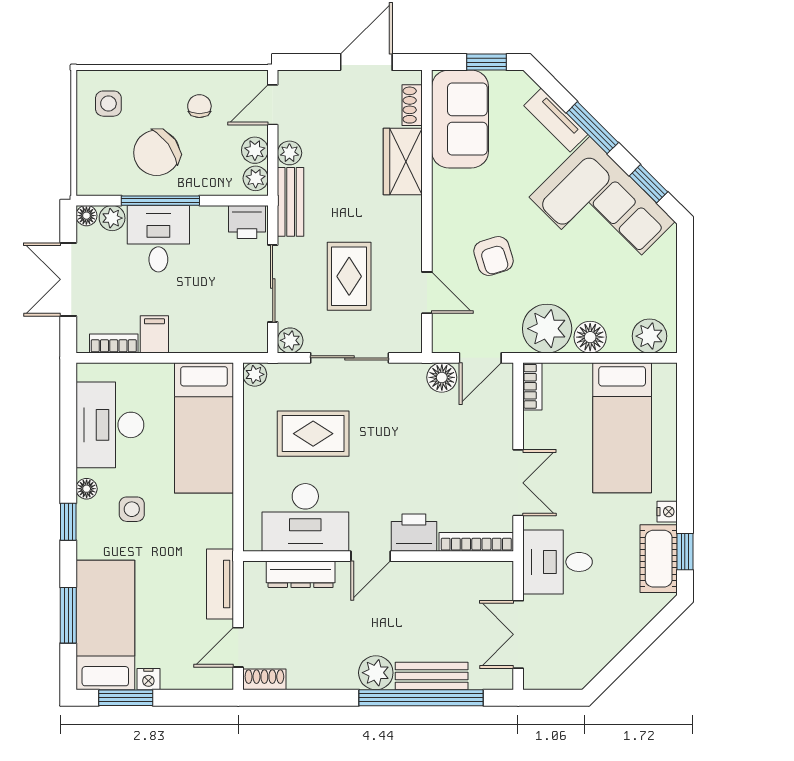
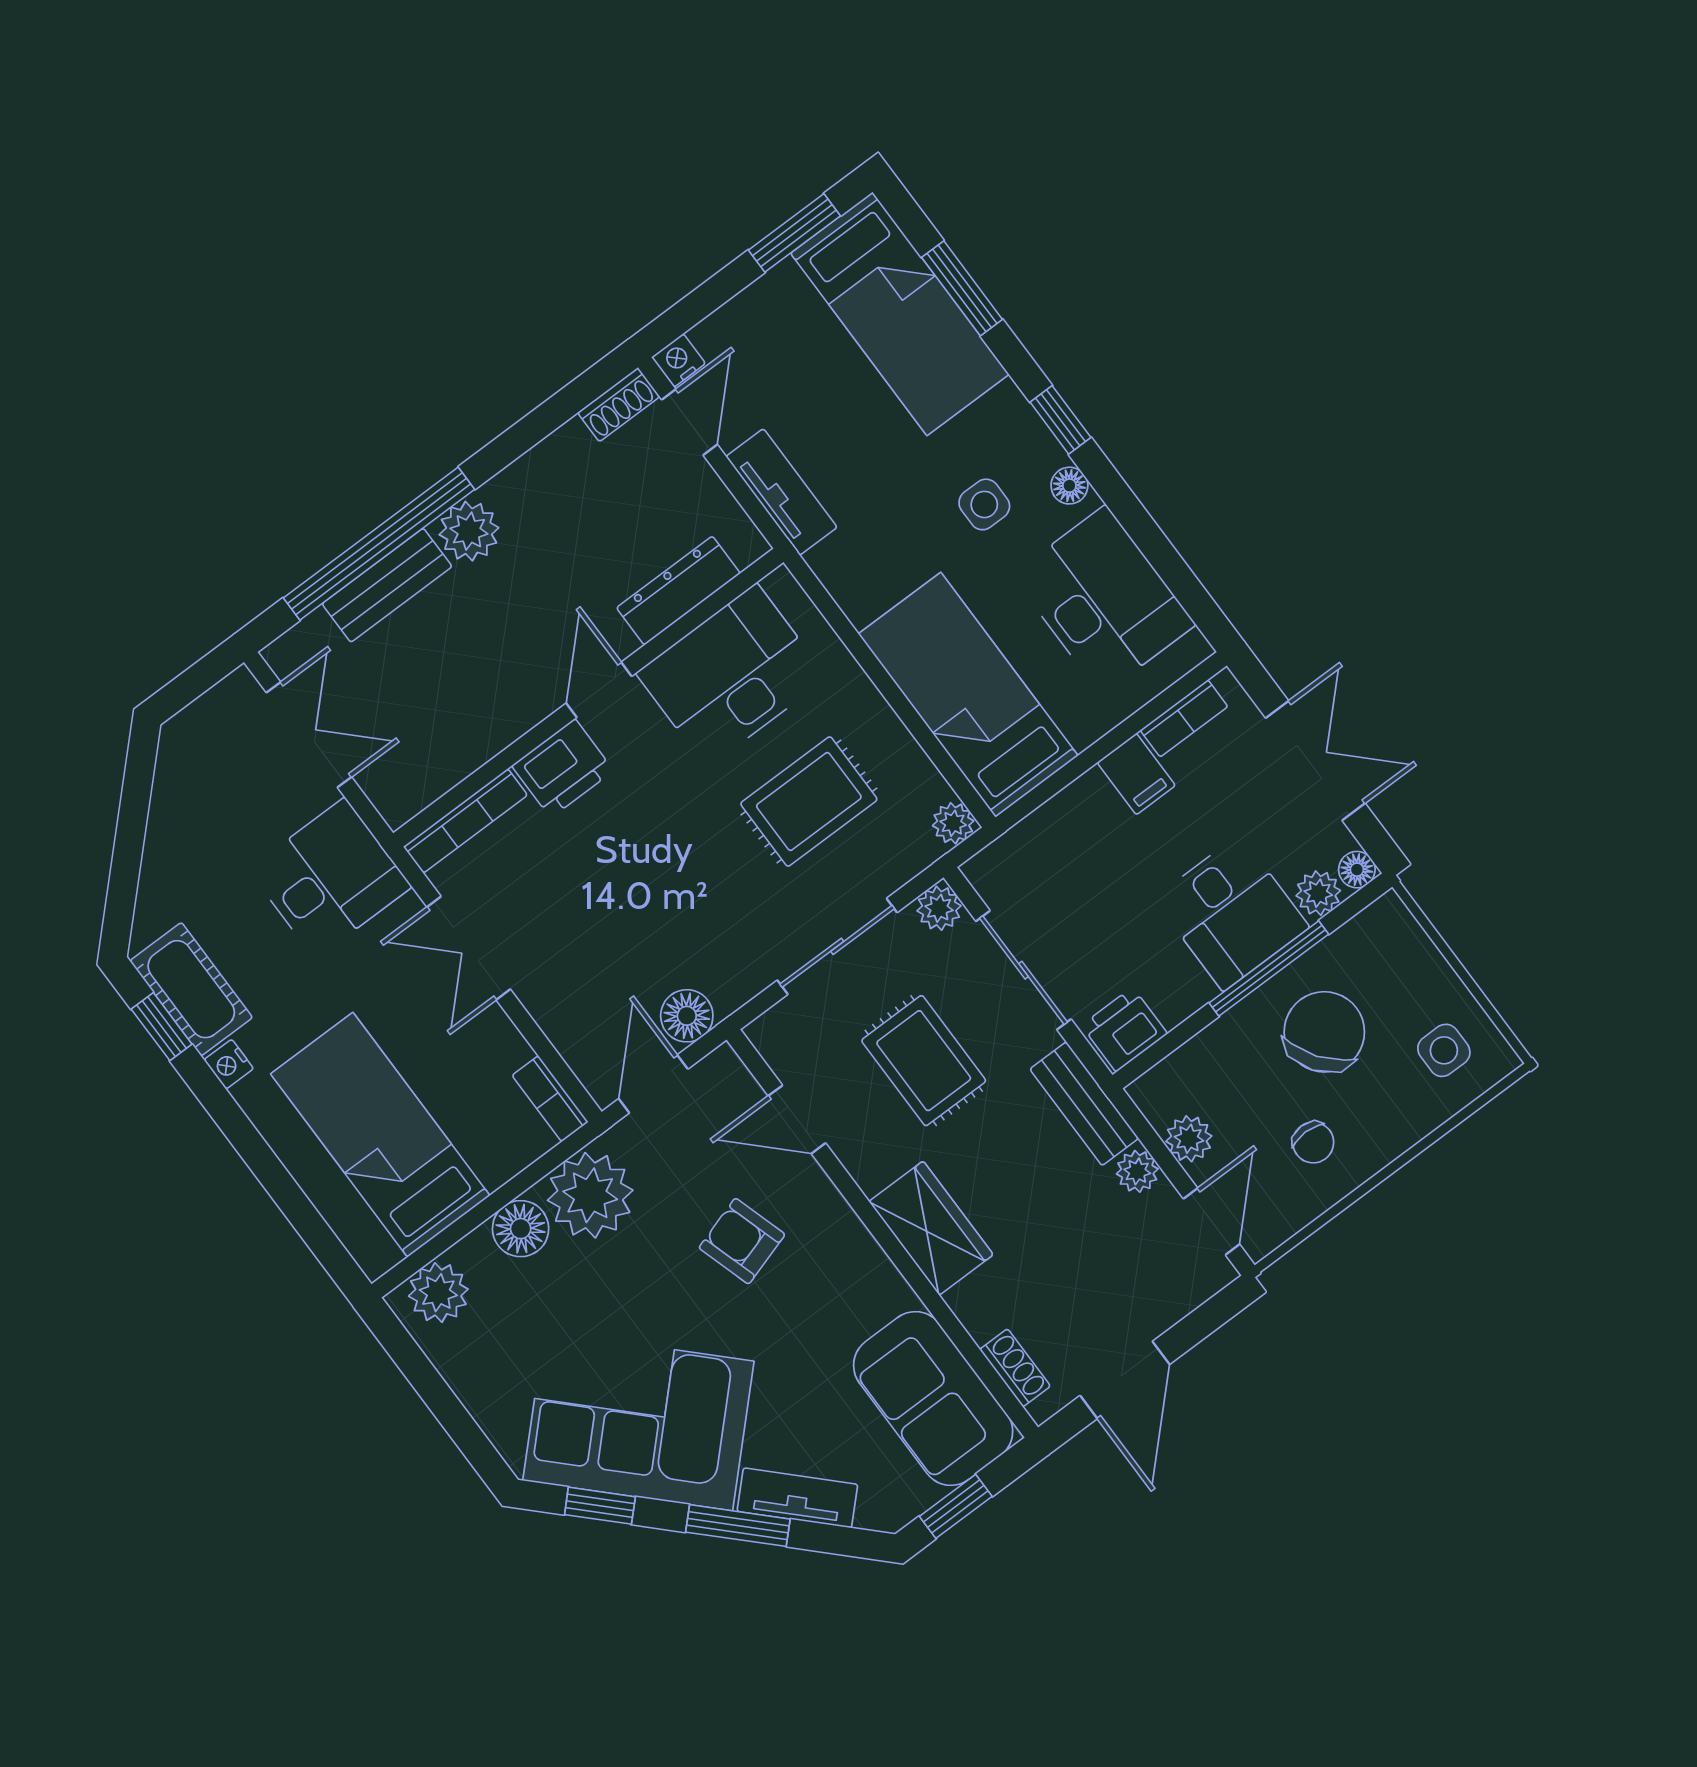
wardrobe: (403, 162) -> (931, 1228), moved
plant: (256, 178) -> (1158, 1100), removed
nightstand: (148, 679) -> (679, 360), moved

